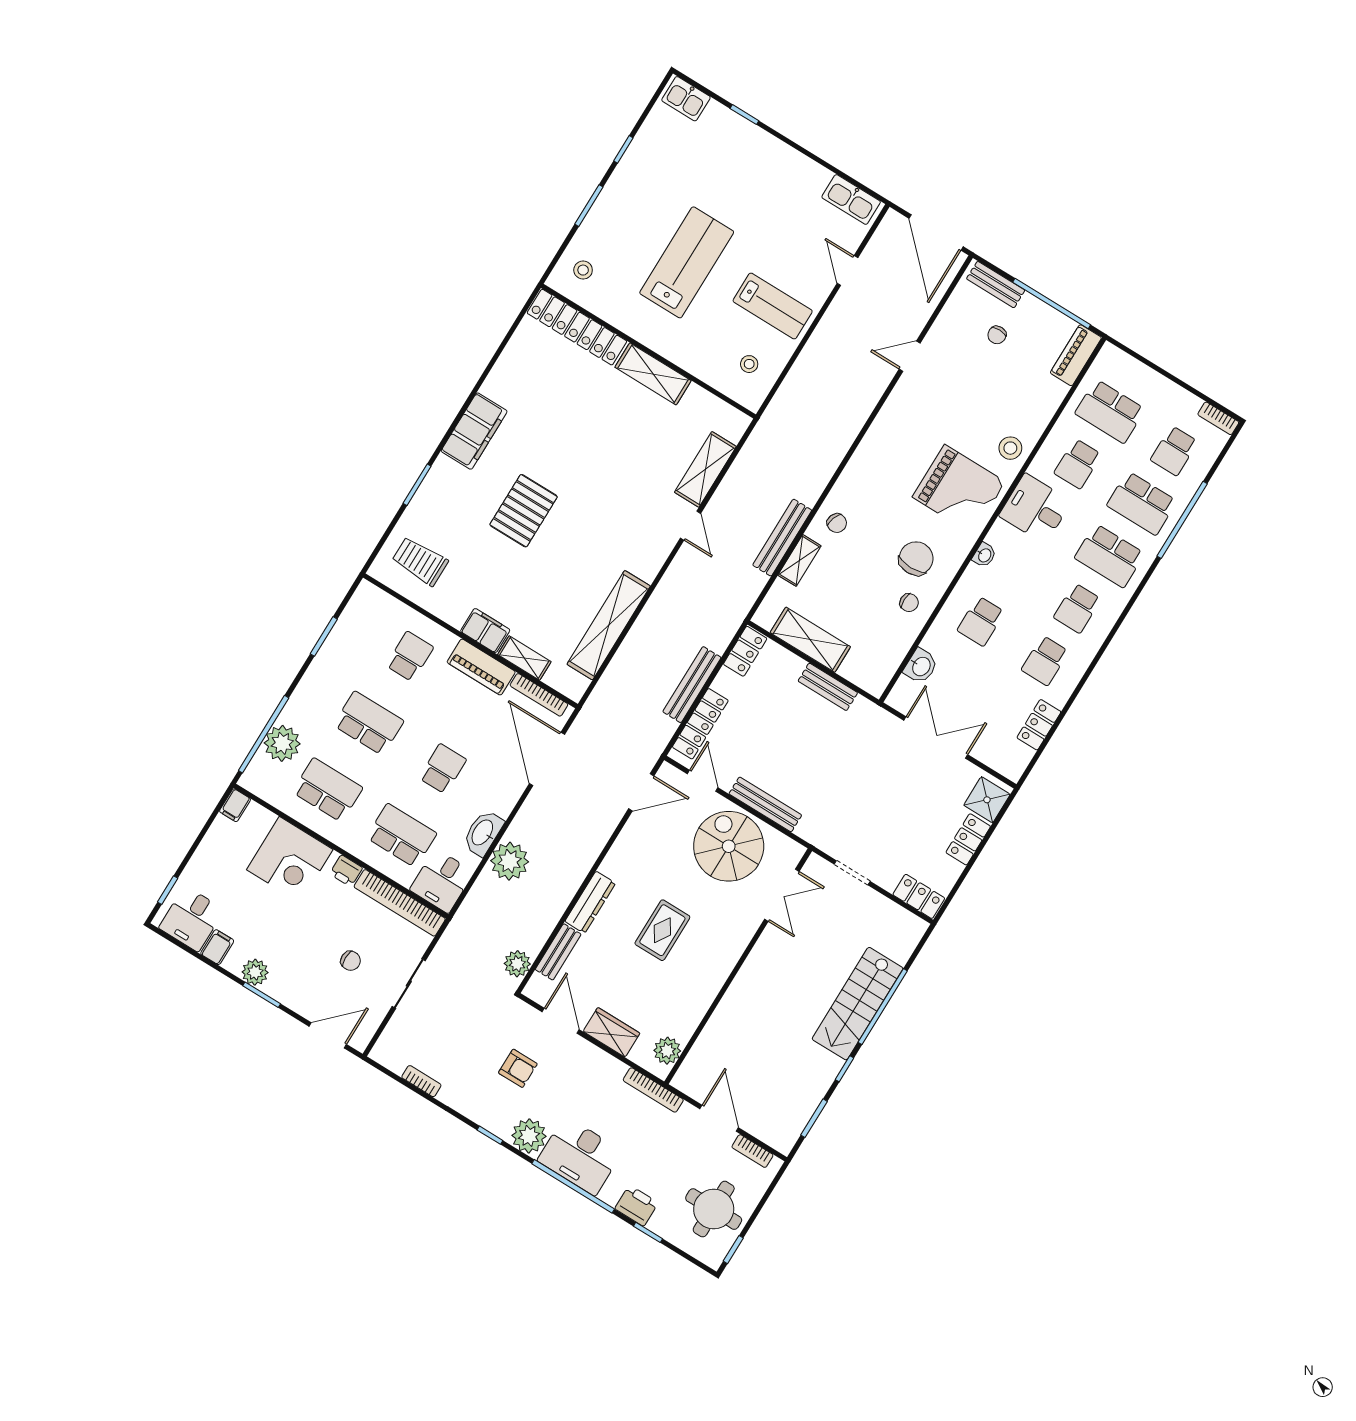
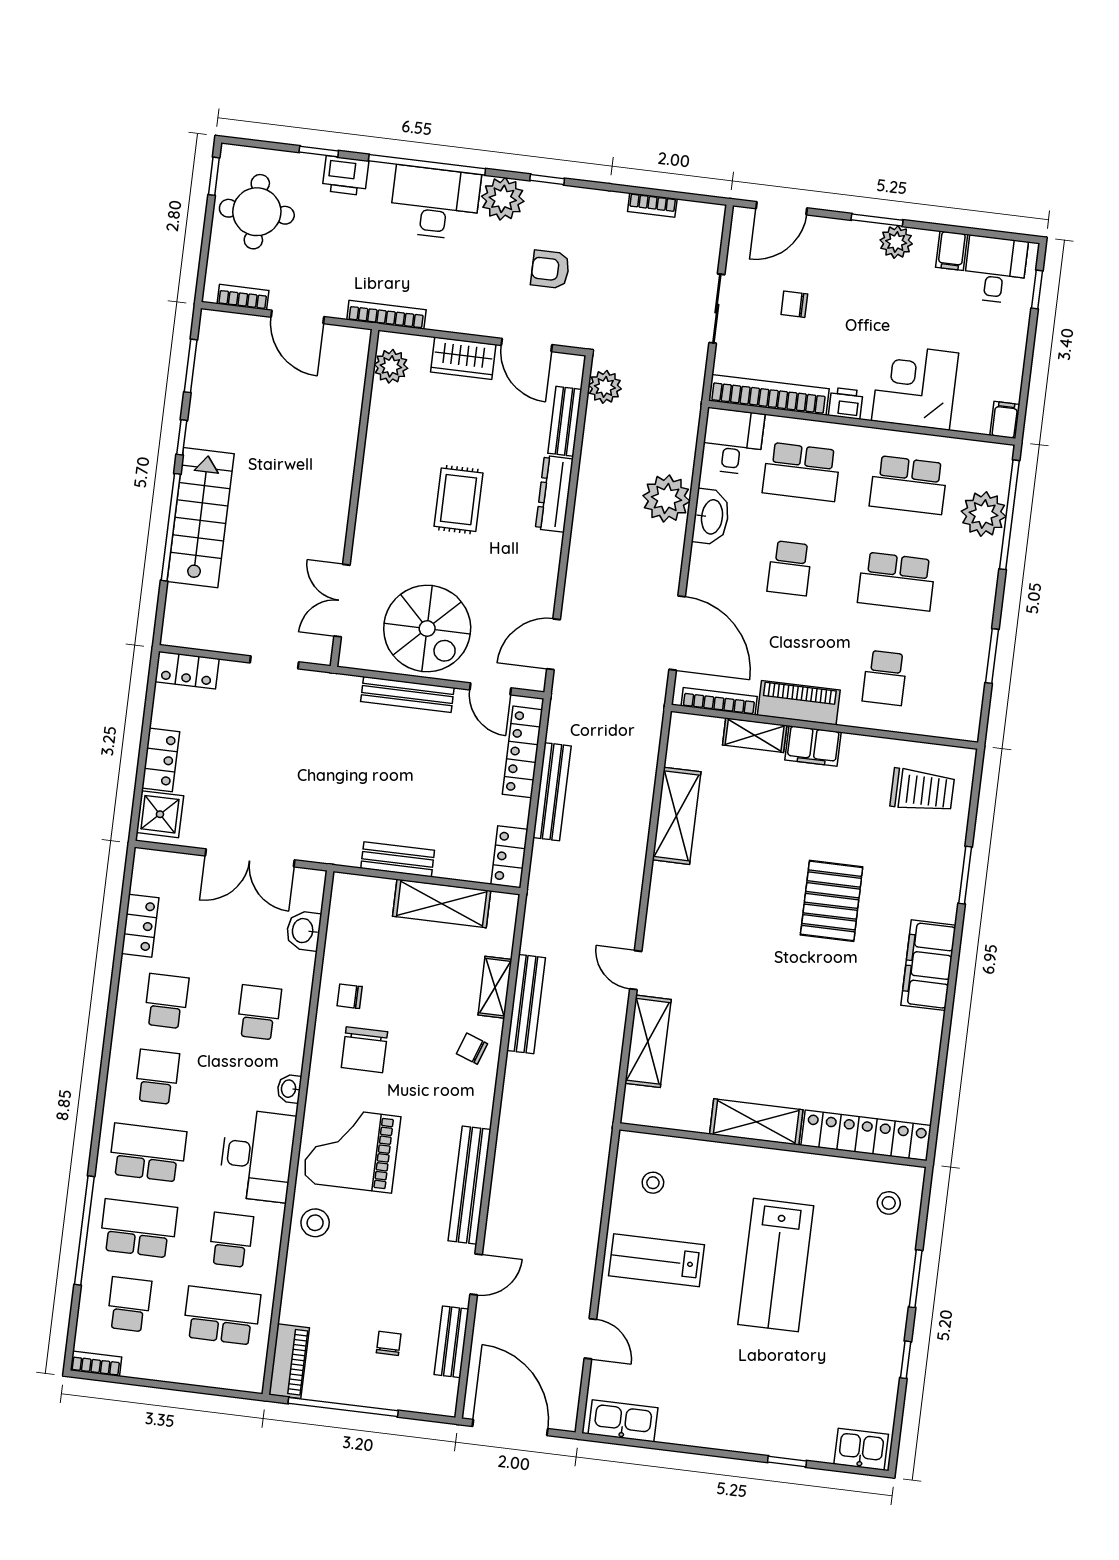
bench: (996, 285) -> (451, 1342), moved, turned 90
bench: (884, 424) -> (470, 1185), added
desk: (1035, 509) -> (257, 1156), width x1.37
shelving: (609, 625) -> (677, 816), width x0.68

